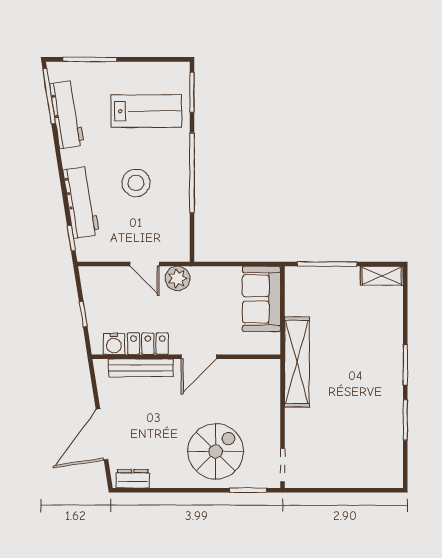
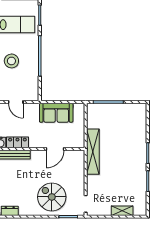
shelving: (382, 276) -> (122, 211), moved
plant: (178, 278) -> (32, 109), removed
sofa: (261, 299) -> (56, 113), moved, turned -90
door: (199, 357) -> (55, 149), moved
spiral stairs: (216, 451) -> (52, 197), turned -90

